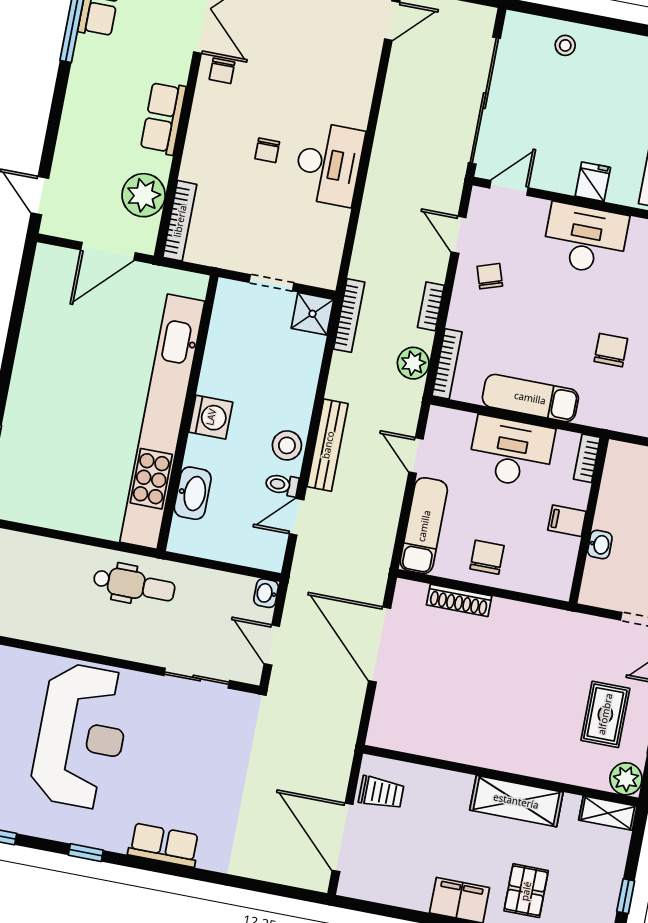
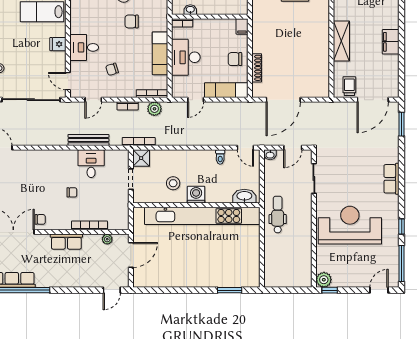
desk: (329, 164) -> (91, 164), moved, width x0.73
plant: (144, 195) -> (107, 239), width x0.53, depth x0.53
bookcase: (180, 221) -> (90, 225), moved
desk: (585, 239) -> (84, 47), width x0.73
door: (108, 251) -> (131, 255), hinge flipped
chair: (490, 276) -> (112, 69), moved
stool: (287, 445) -> (173, 183), moved
bench: (328, 445) -> (88, 140), moved
washbasin: (193, 493) -> (244, 196), moved
door: (297, 517) -> (245, 148), moved
filing cabinet: (567, 521) -> (242, 26), moved
washbasin: (600, 545) -> (190, 10), moved
shelving: (516, 801) -> (341, 41), moved
window: (86, 853) -> (402, 227), moved
window: (277, 890) -> (402, 124), added
pallet: (526, 891) -> (381, 13), removed

